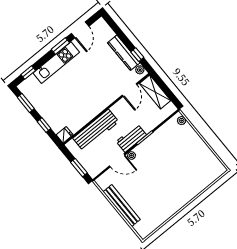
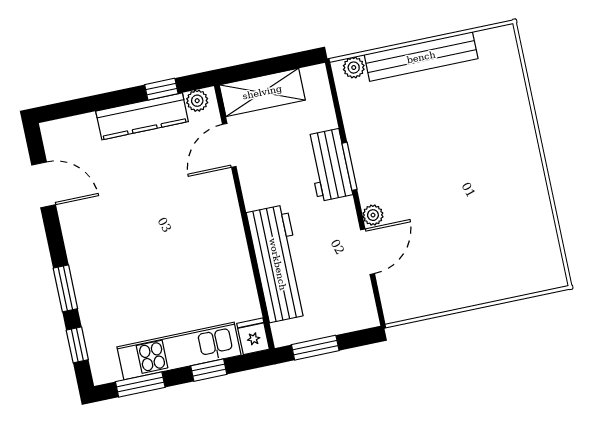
window: (60, 46) -> (65, 288), moved
kitchen unit: (56, 63) -> (179, 351), moved, turned -90
door: (130, 90) -> (229, 145), swing flipped
workbench: (131, 138) -> (329, 165), moved
window: (79, 168) -> (315, 348), moved
bench: (122, 206) -> (421, 57), moved

